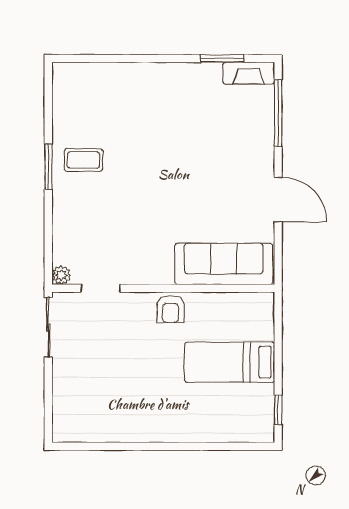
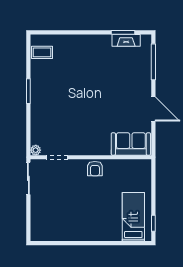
fireplace: (249, 73) -> (126, 40), moved
coffee table: (83, 160) -> (42, 52), moved
sofa: (224, 264) -> (131, 144), width x0.73
bed: (230, 362) -> (133, 217), moved, turned 90

